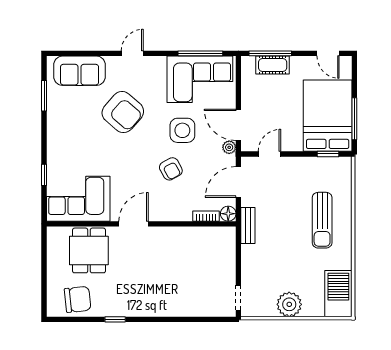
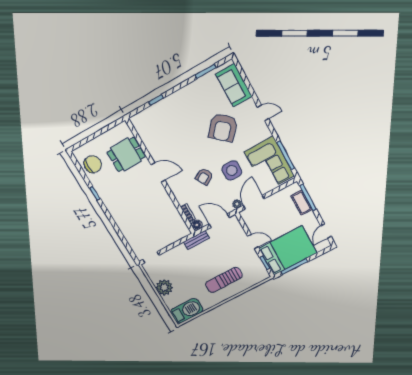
door: (269, 154) -> (253, 242), moved
corner sofa: (78, 199) -> (154, 130), removed
chair: (78, 299) -> (93, 164), turned -84

